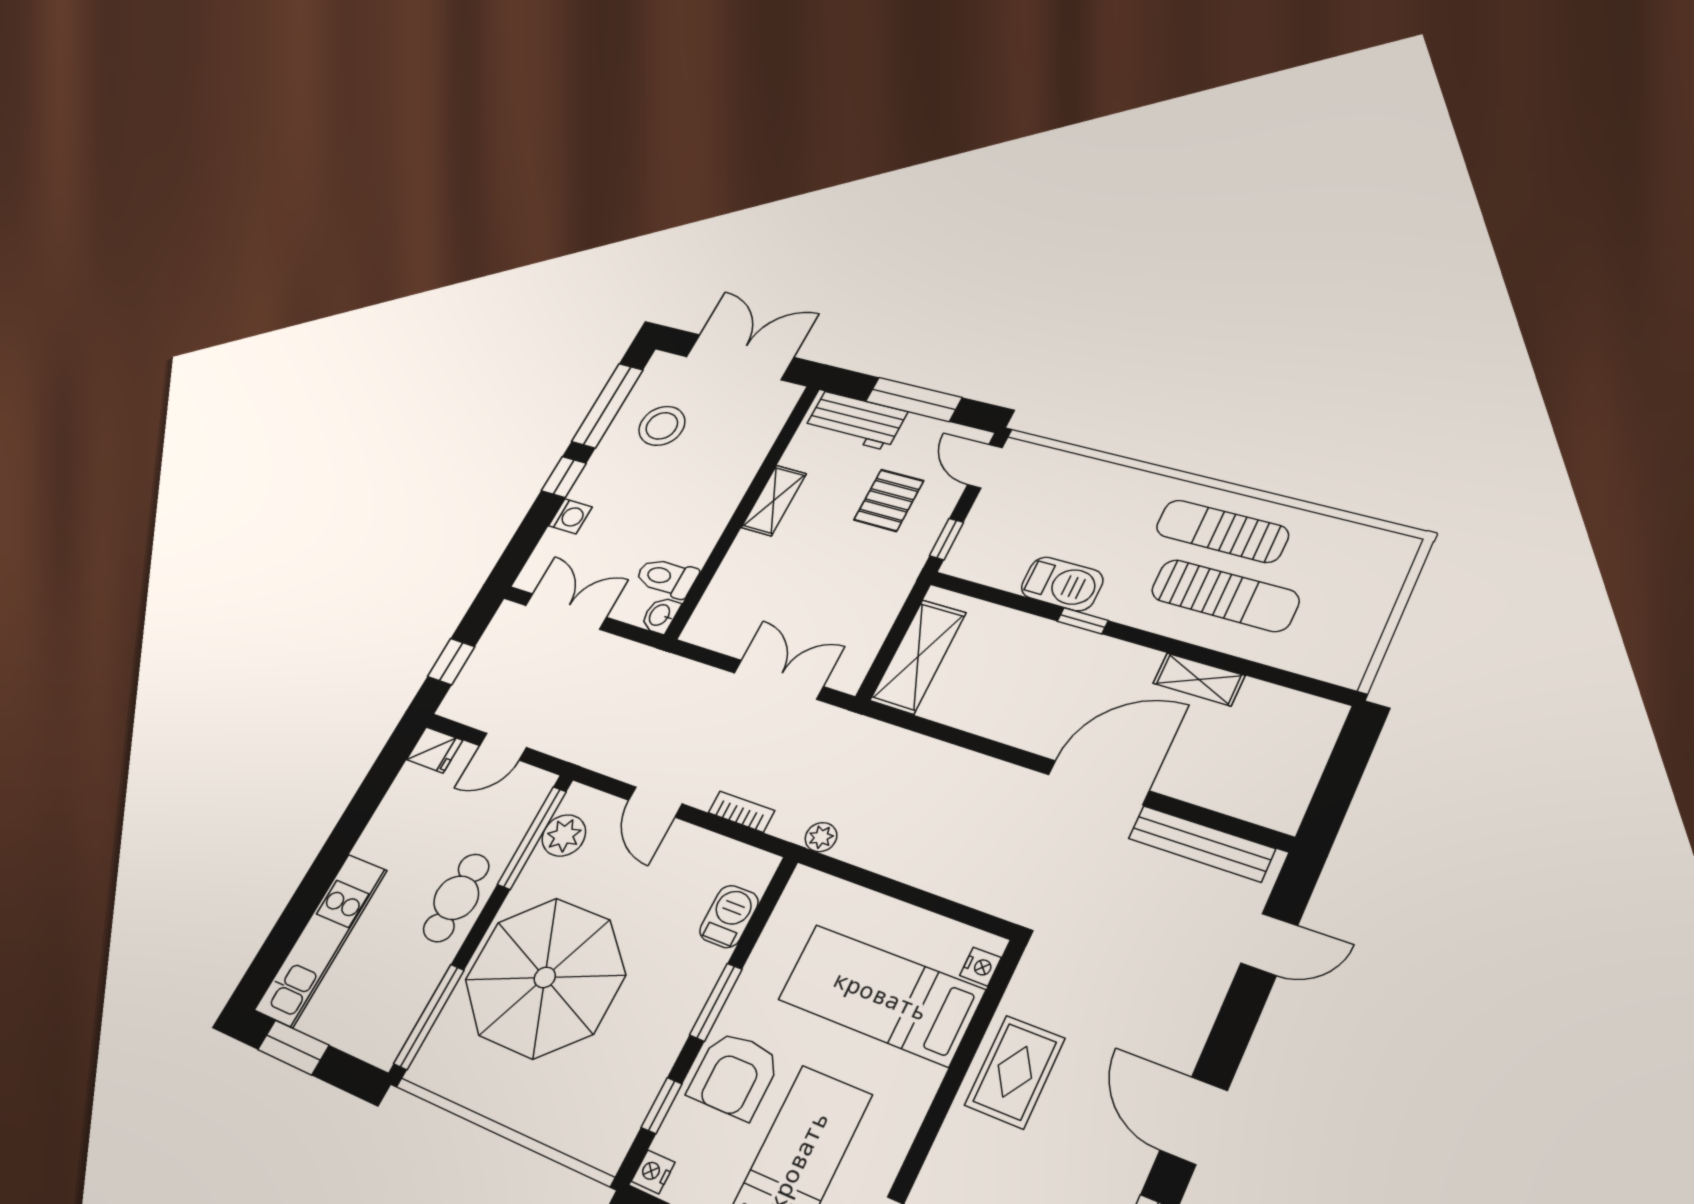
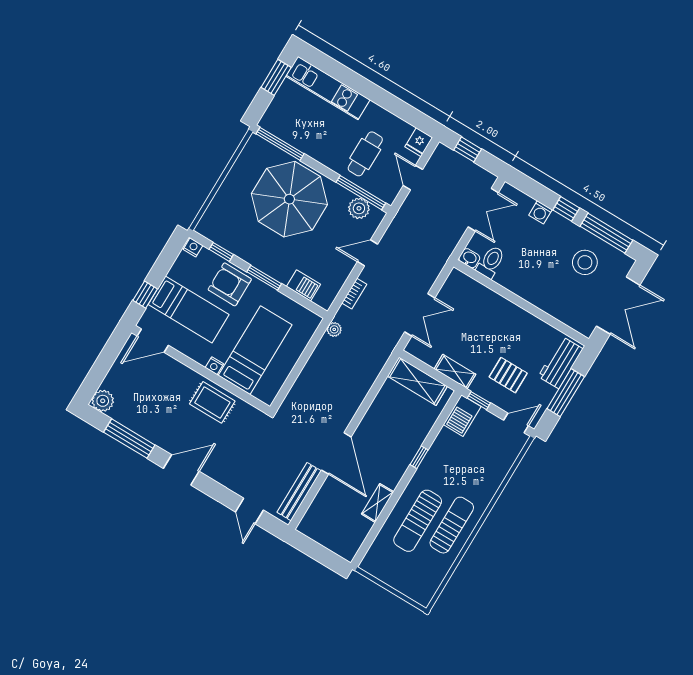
shelving: (774, 500) -> (455, 372), moved
barbecue: (1062, 584) -> (462, 416), moved
cafe table: (456, 898) -> (365, 154), moved, turned 90
nightstand: (980, 967) -> (214, 366), moved

